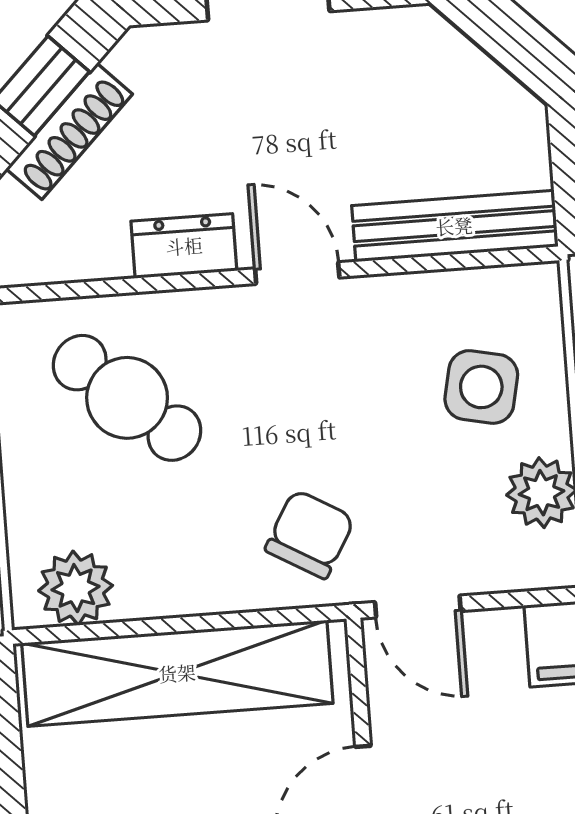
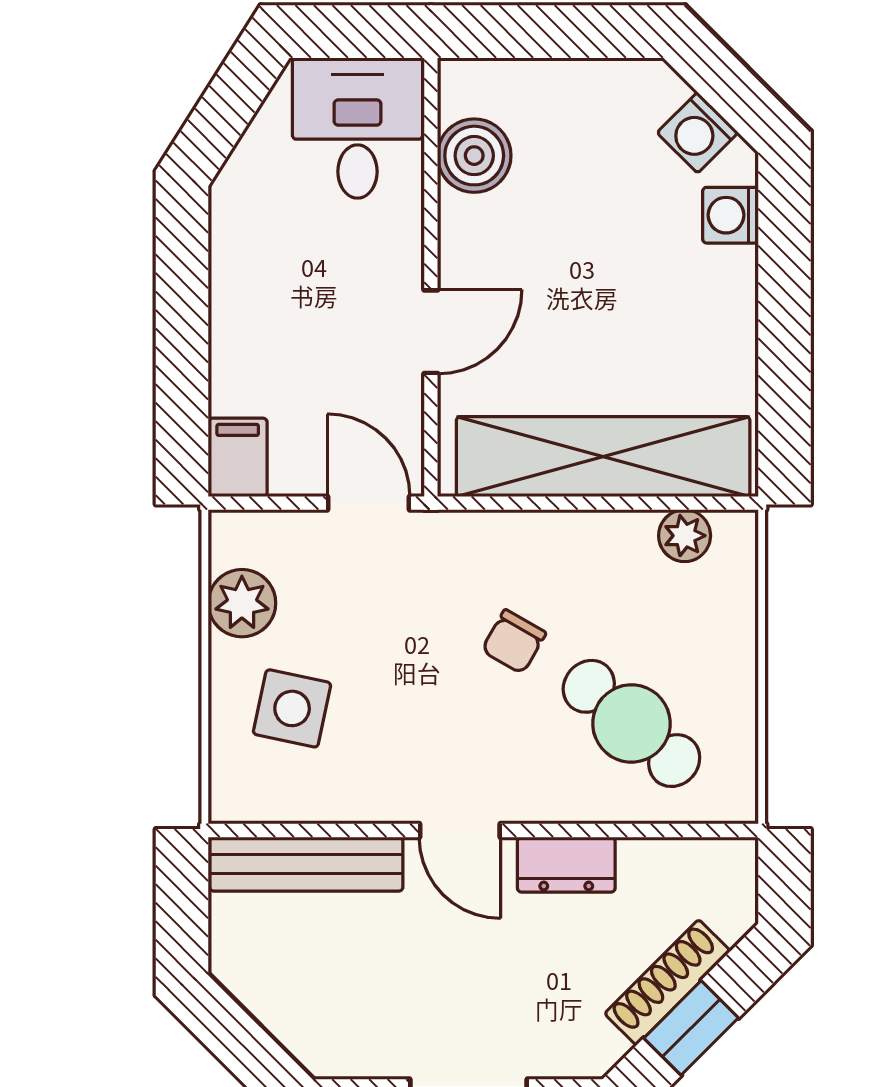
chair: (310, 534) -> (514, 642), moved, width x0.73, depth x0.73
plant: (76, 588) -> (685, 536), width x0.73, depth x0.73

